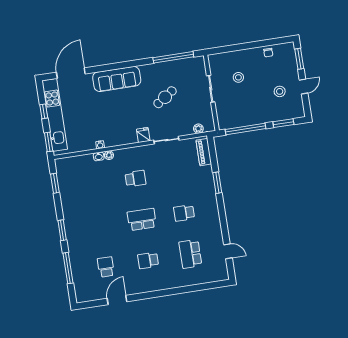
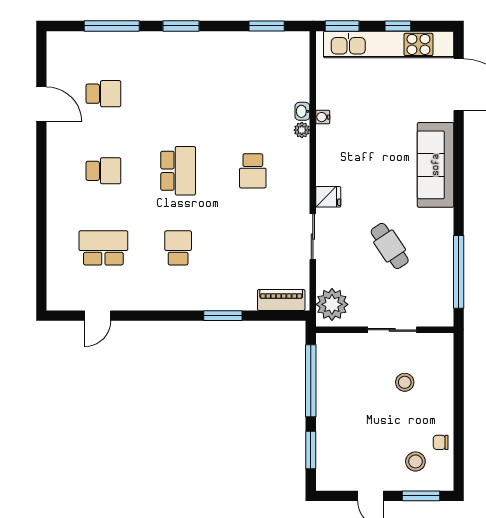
stool: (280, 91) -> (415, 461), moved
plant: (198, 129) -> (332, 304), width x1.87, depth x1.87
school desk: (148, 260) -> (103, 171), turned 90

